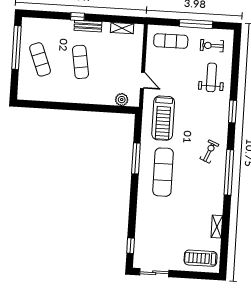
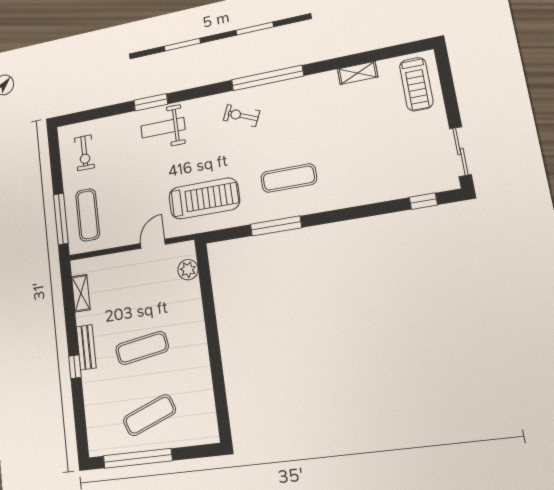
window: (196, 24) -> (61, 219), moved
weight bench: (211, 77) -> (163, 128), moved
window: (233, 112) -> (151, 102), moved
exercise mat: (163, 172) -> (289, 178), width x0.73, depth x0.69

